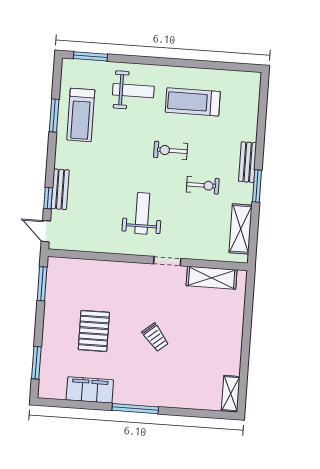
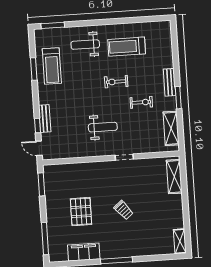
weight bench: (133, 91) -> (85, 45), turned 180
weight bench: (142, 213) -> (103, 127), turned 90
shelving: (212, 278) -> (174, 177), moved, turned 90
window: (36, 363) -> (45, 239), width x1.44

